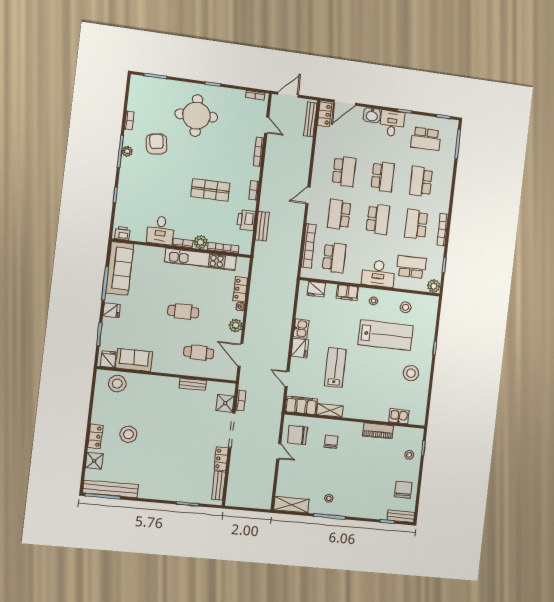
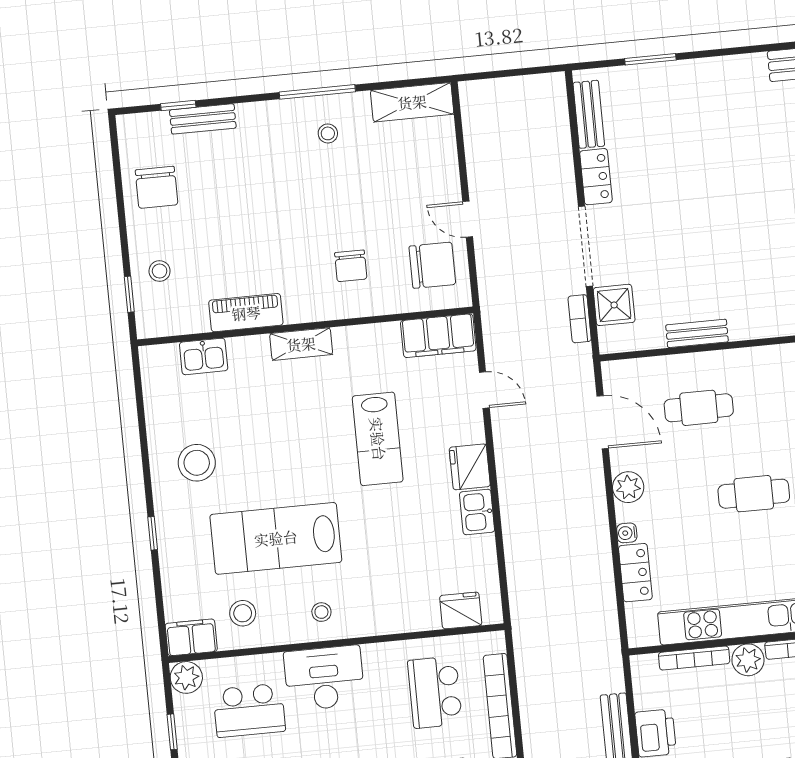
filing cabinet: (347, 293) -> (191, 637), moved
shelving: (330, 410) -> (301, 344), moved
bench: (401, 516) -> (203, 119), moved

